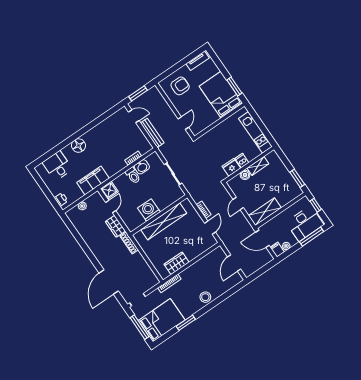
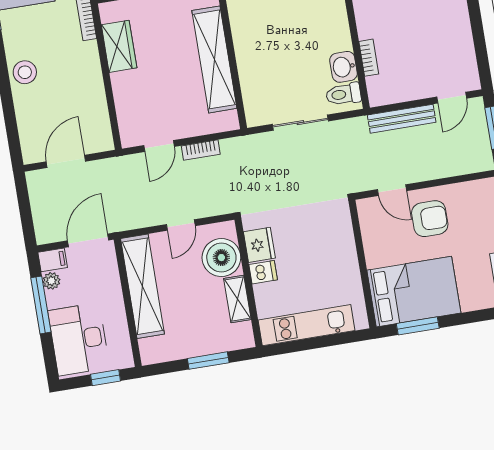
armchair: (180, 86) -> (430, 219), moved, turned -90
toilet: (133, 175) -> (343, 94), moved
boiler: (245, 175) -> (221, 258), width x1.86, depth x1.86
window: (297, 178) -> (208, 361), moved
door: (238, 203) -> (181, 225), swing flipped
washing machine: (149, 210) -> (251, 41), removed
shelving: (265, 212) -> (142, 286), width x1.47
door: (210, 228) -> (159, 146), hinge flipped
window: (312, 237) -> (41, 305), moved
door: (234, 263) -> (66, 161), hinge flipped

